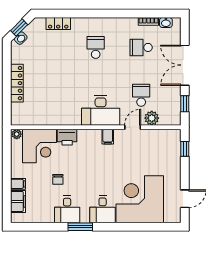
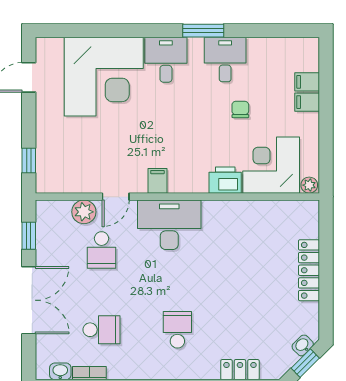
school desk: (96, 47) -> (177, 330), turned 180
filing cabinet: (18, 201) -> (307, 82), width x0.50

